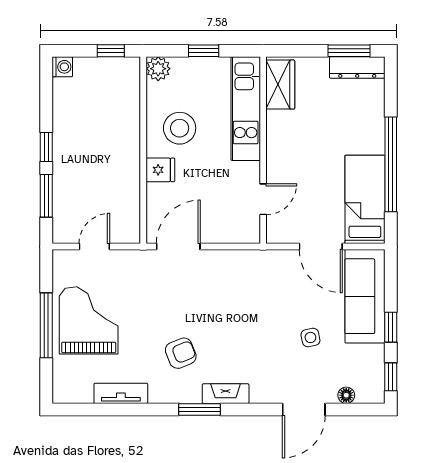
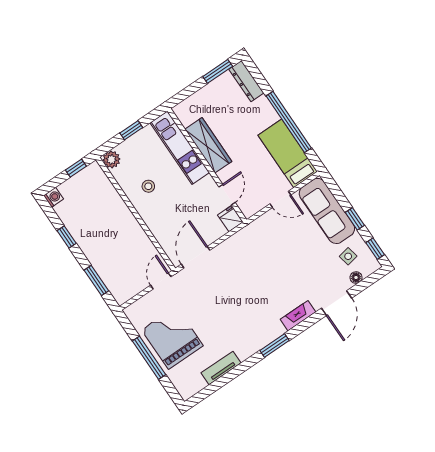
dresser: (357, 67) -> (246, 81), moved, turned 90
wardrobe: (280, 85) -> (208, 145), moved, width x1.50
stool: (180, 128) -> (148, 186), width x0.53, depth x0.53
window: (46, 147) -> (67, 237), moved
fridge: (160, 170) -> (230, 219), moved, turned -90
door: (94, 247) -> (161, 281), moved
door: (321, 247) -> (280, 199), width x0.73
side table: (310, 337) -> (348, 256), moved
armchair: (181, 353) -> (240, 320), removed
fireplace: (226, 394) -> (298, 316), moved

